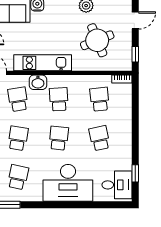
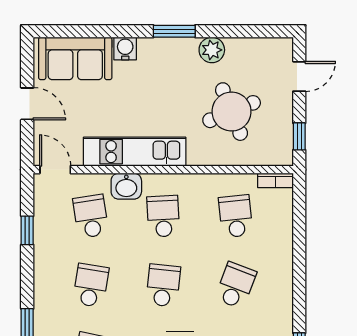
school desk: (100, 138) -> (236, 285), turned 33

